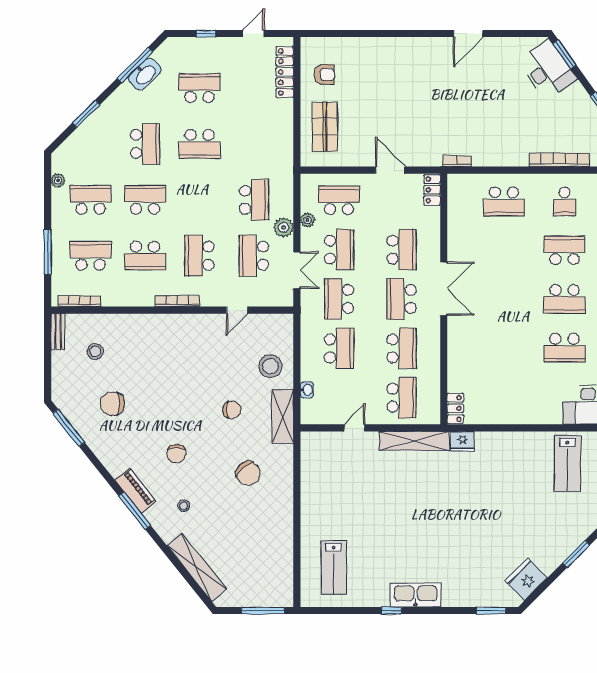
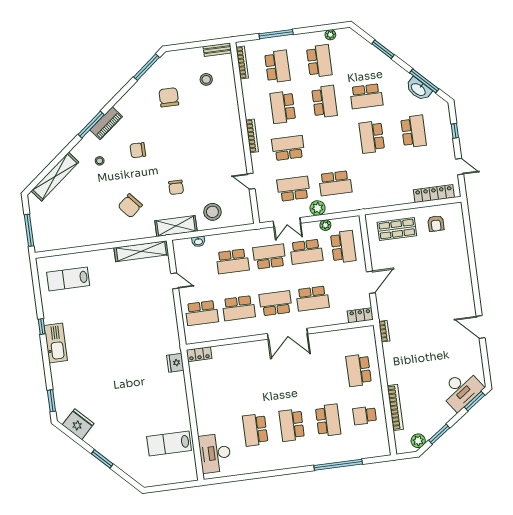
shelving: (414, 441) -> (141, 251), moved, turned 90

